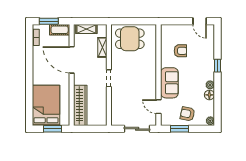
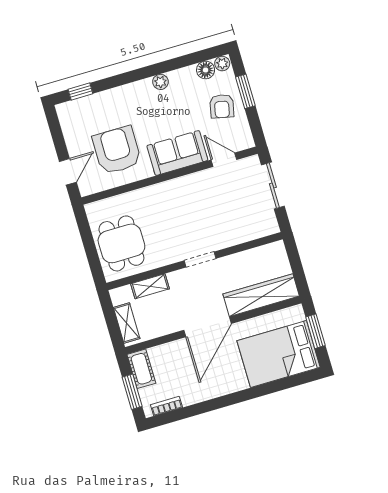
door: (200, 21) -> (68, 172), moved
armchair: (180, 51) -> (117, 150), width x1.88, depth x1.88
door: (72, 60) -> (208, 327), moved
window: (217, 66) -> (80, 91), moved
floor lamp: (209, 95) -> (206, 70), moved
door: (159, 107) -> (224, 160), swing flipped
window: (180, 129) -> (245, 91), moved

